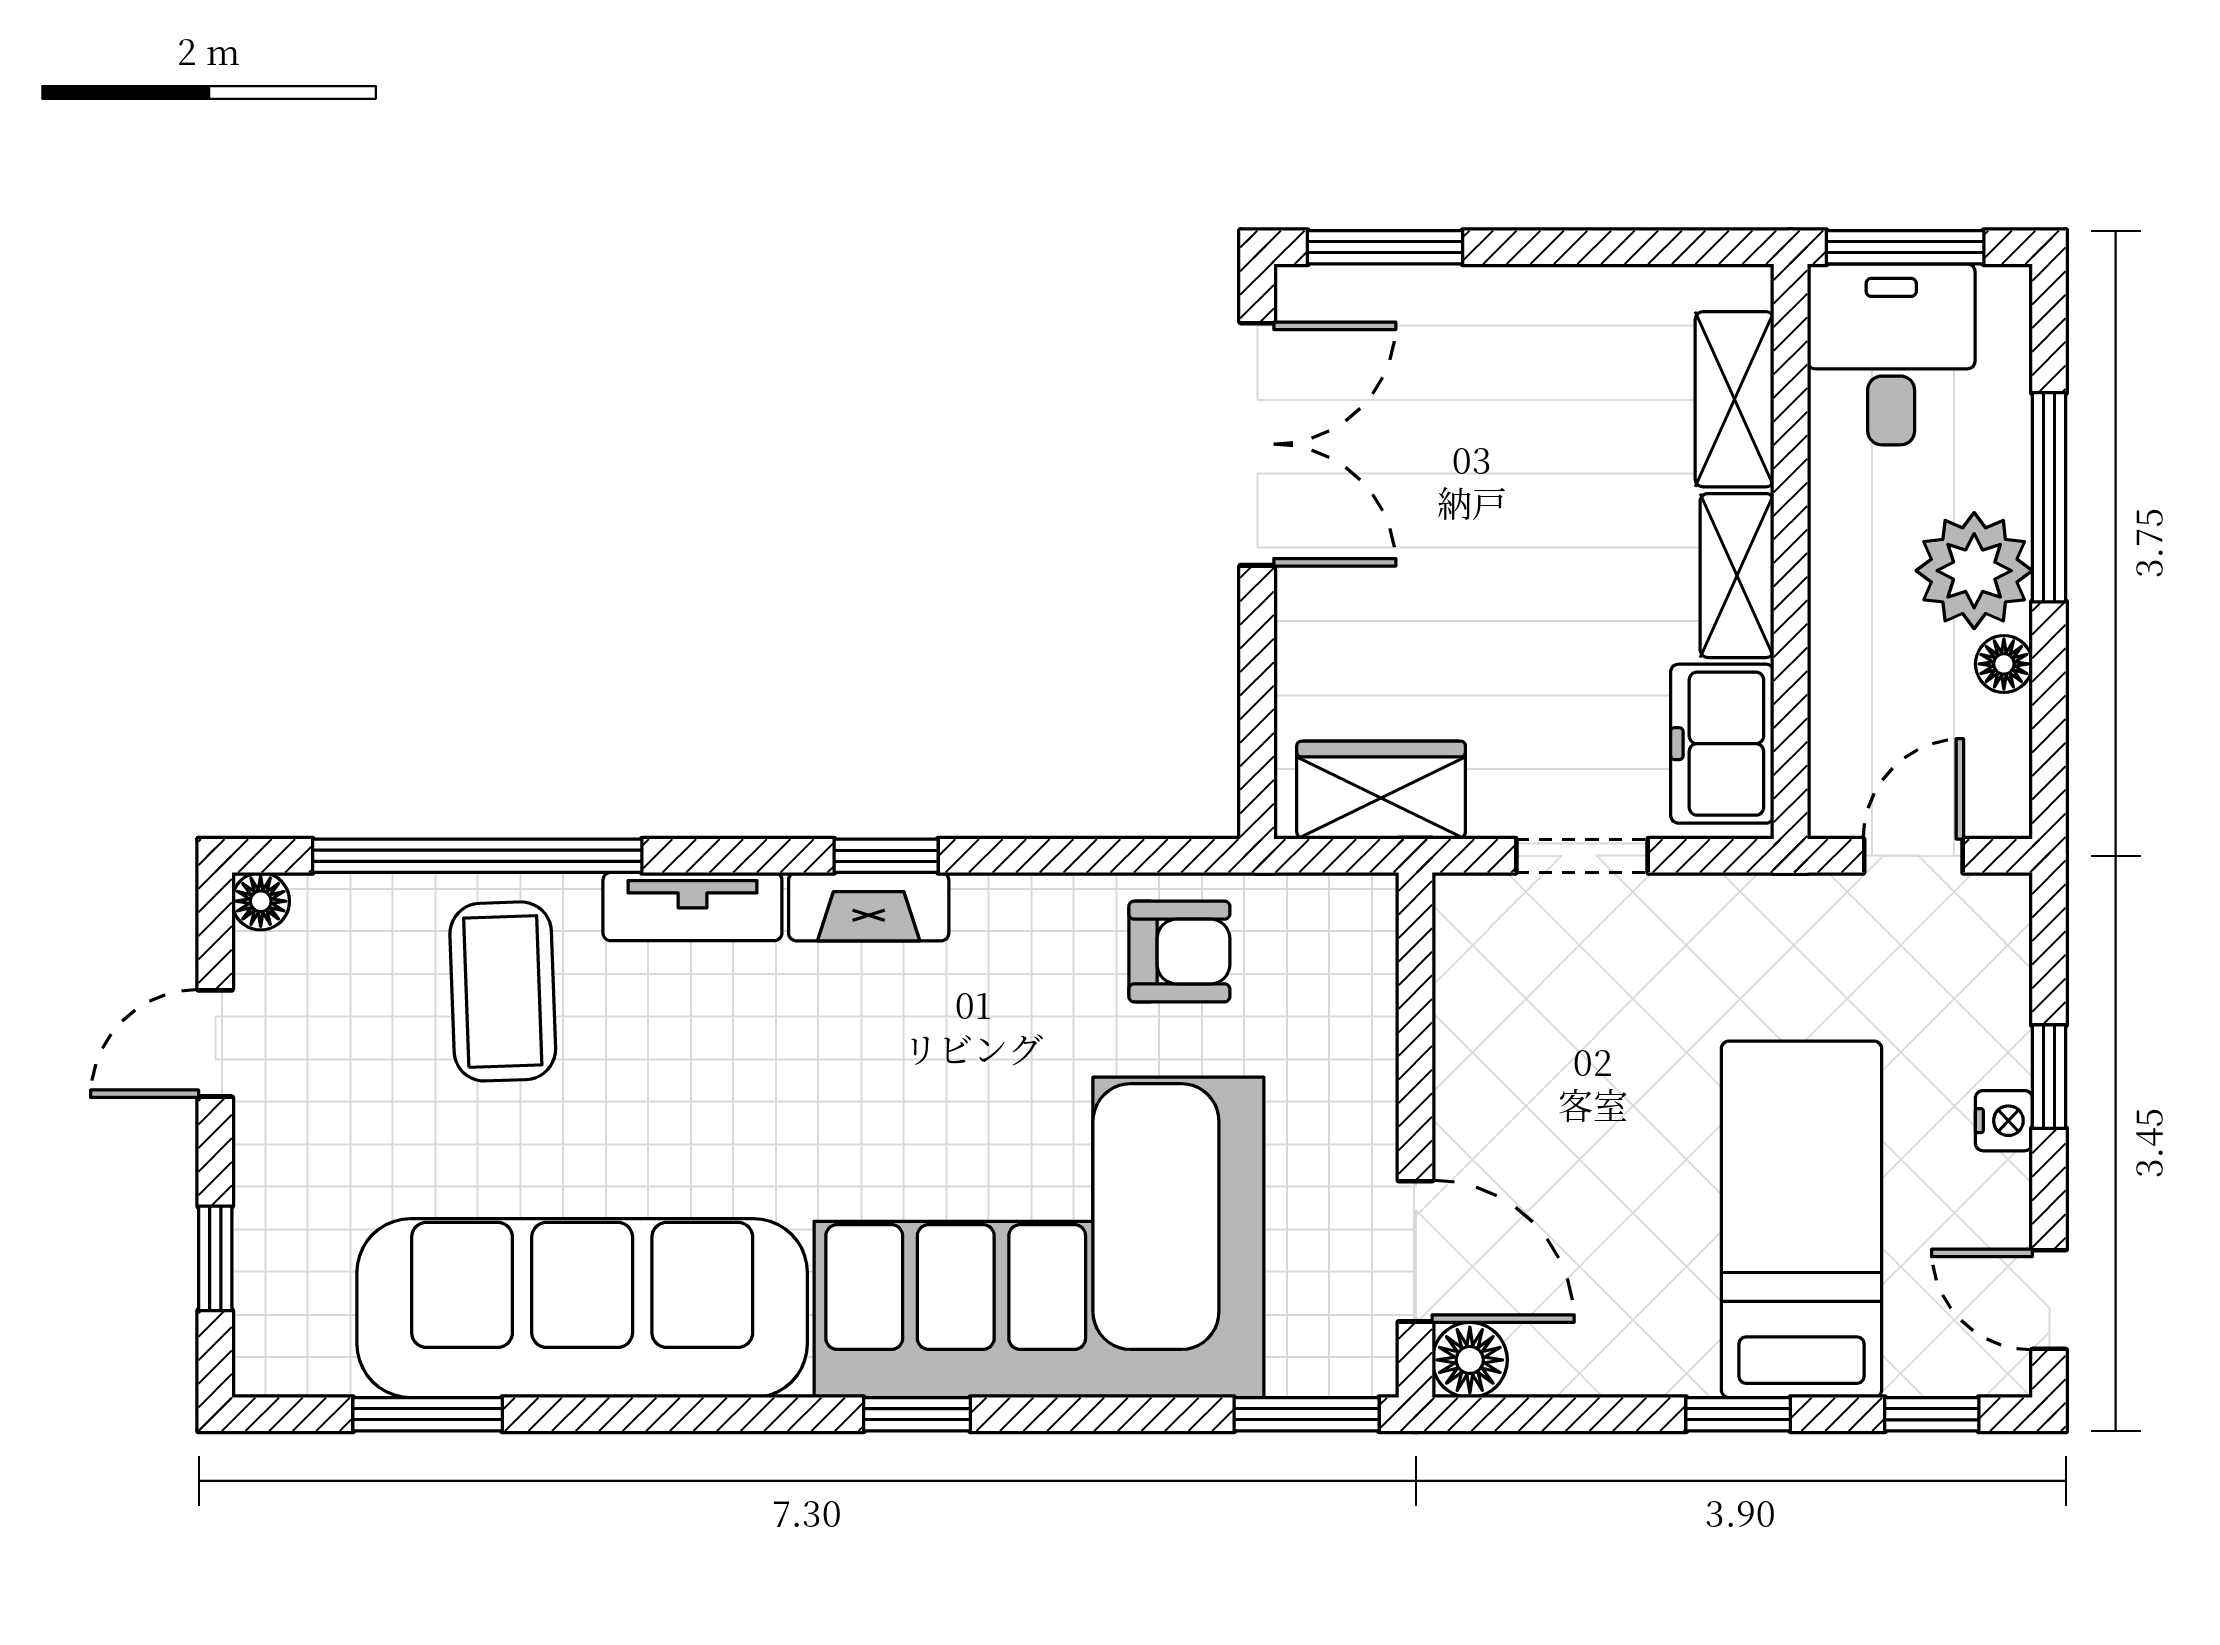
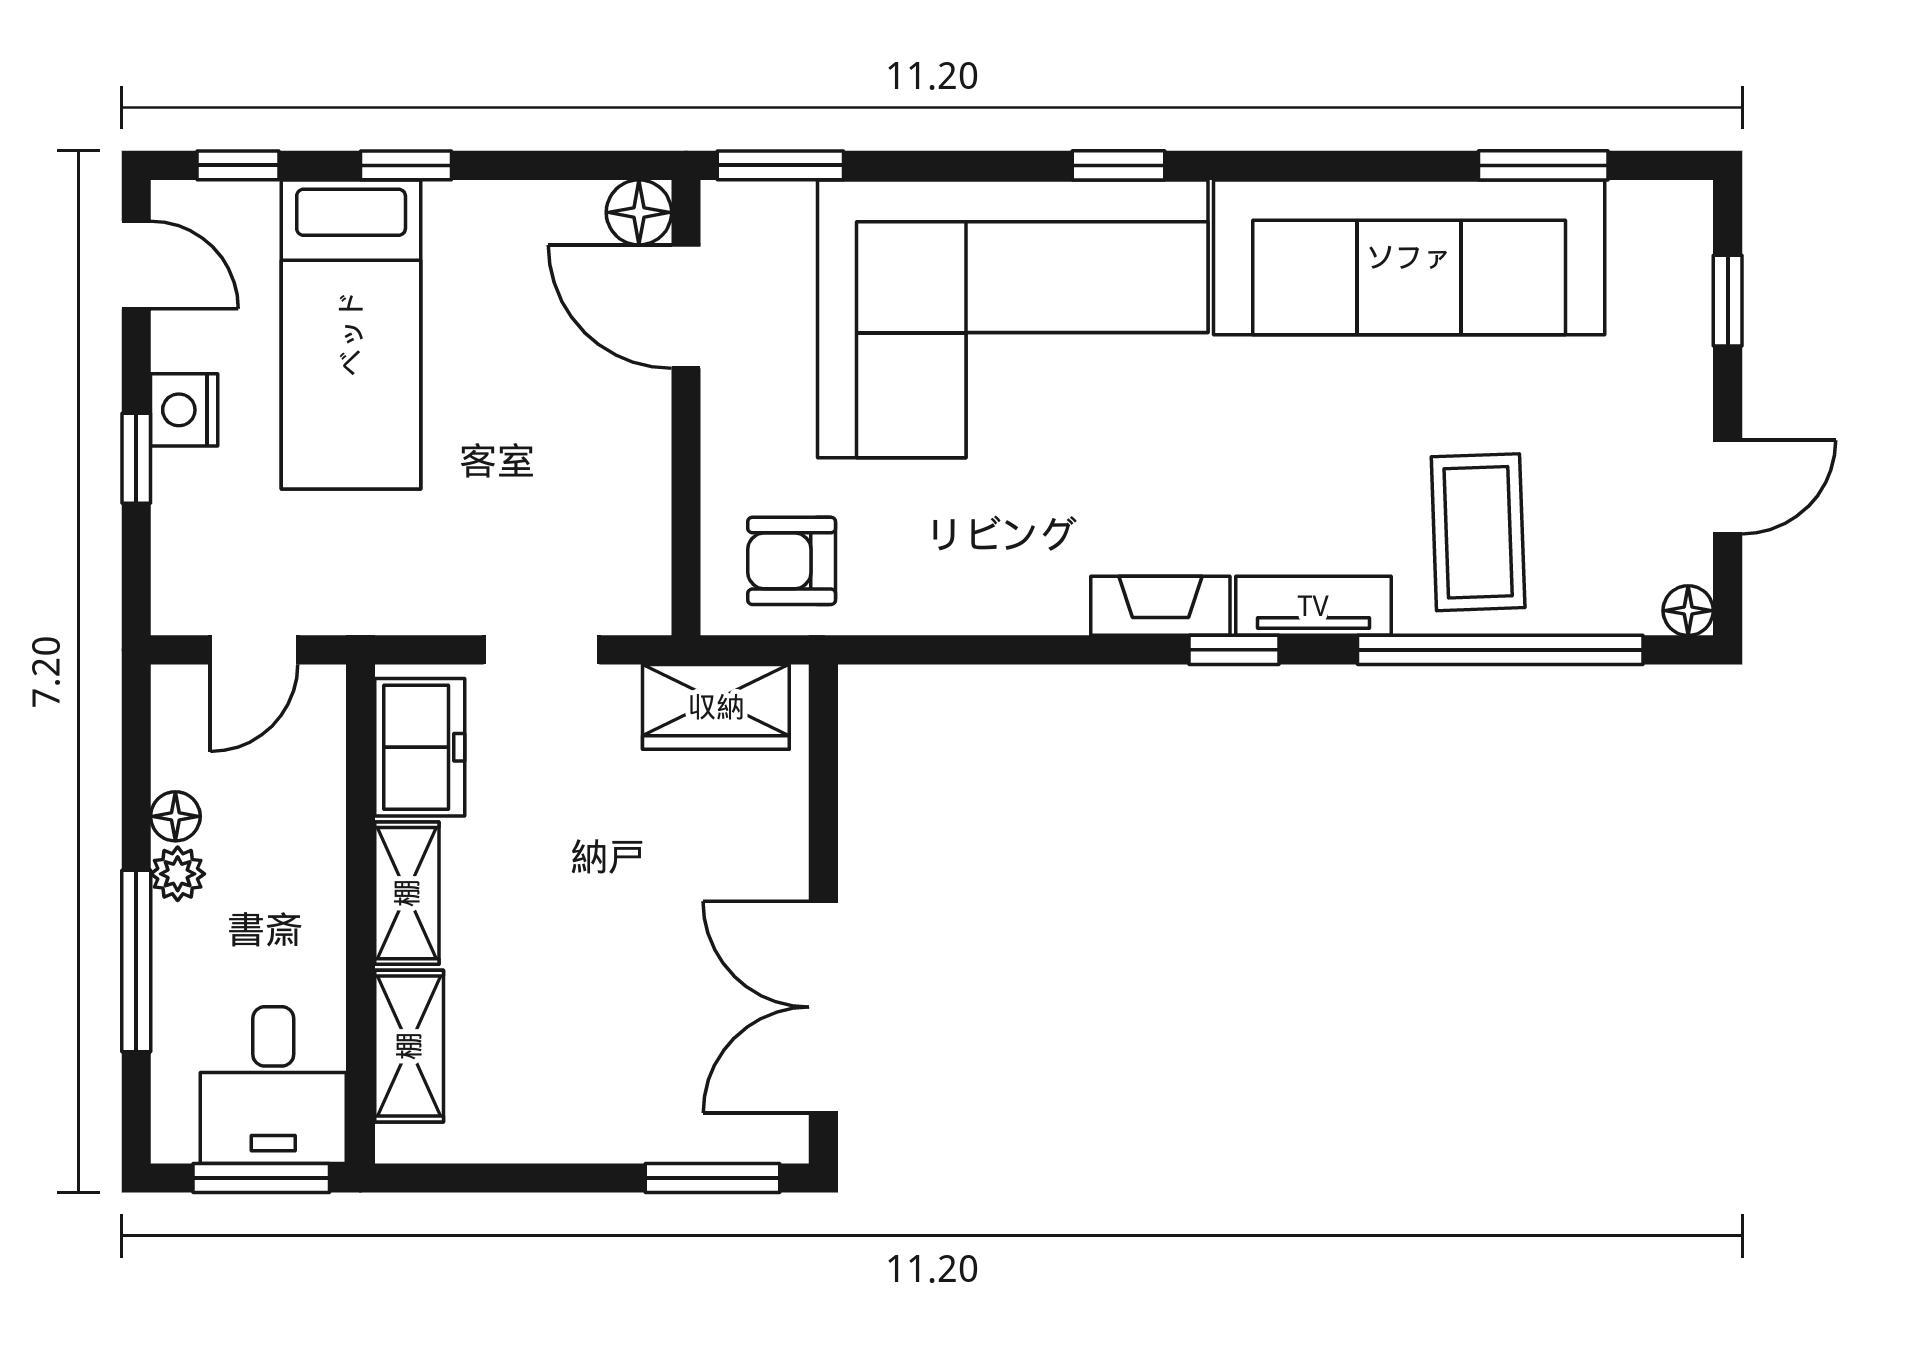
plant: (1974, 571) -> (178, 874), width x0.53, depth x0.53
window: (886, 856) -> (1234, 650), moved
armchair: (1179, 951) -> (792, 561), moved
nightstand: (2004, 1121) -> (184, 410), width x1.39, depth x1.35

